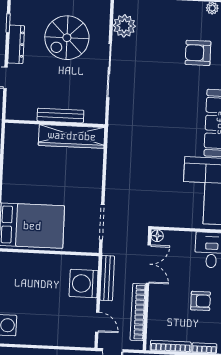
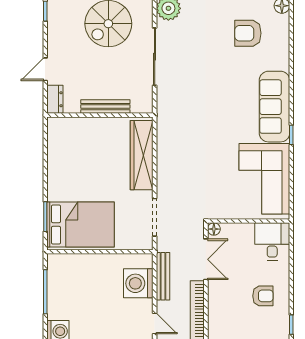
dresser: (16, 44) -> (55, 99), moved, width x0.70
wardrobe: (72, 136) -> (142, 155), moved, turned 90

